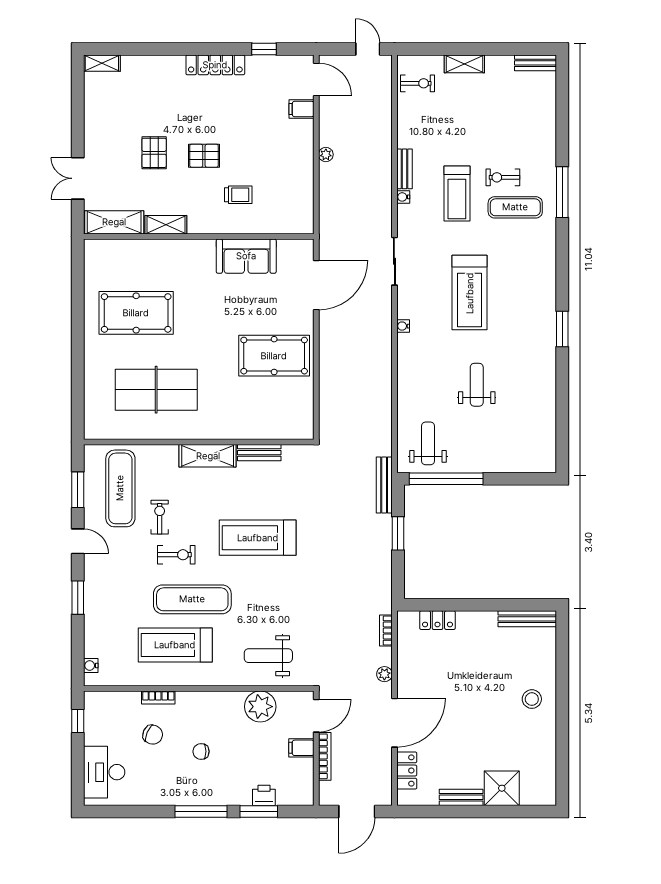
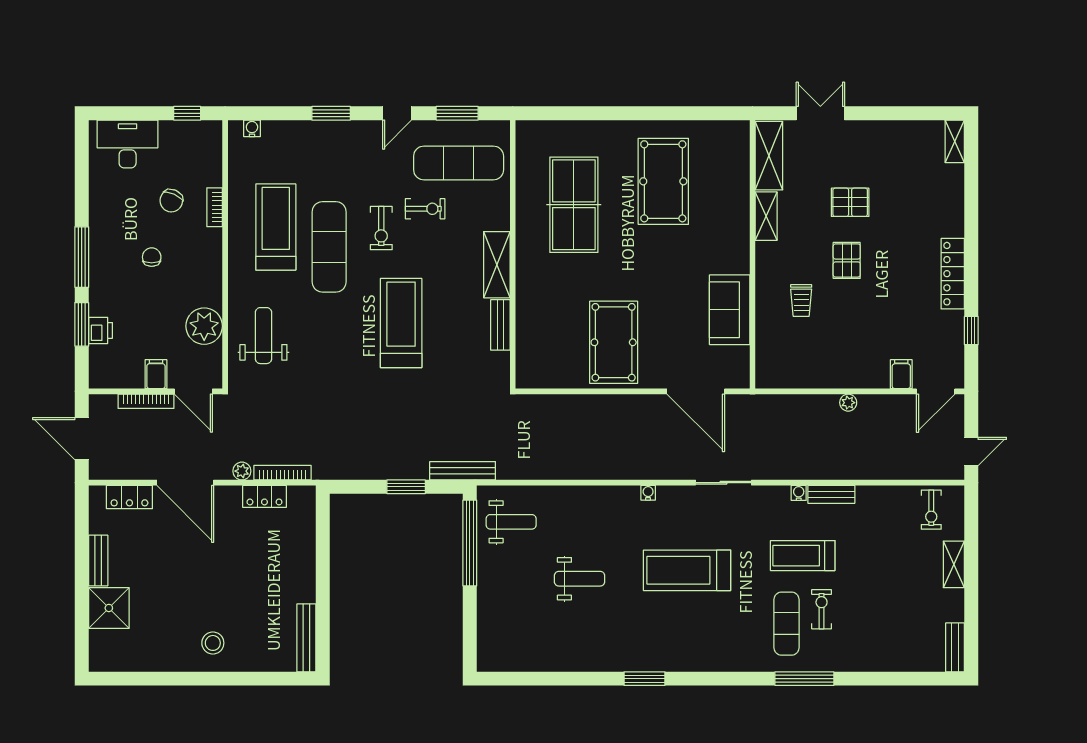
locker: (437, 620) -> (264, 496), moved, turned -90
bookcase: (386, 631) -> (283, 473), width x1.56

